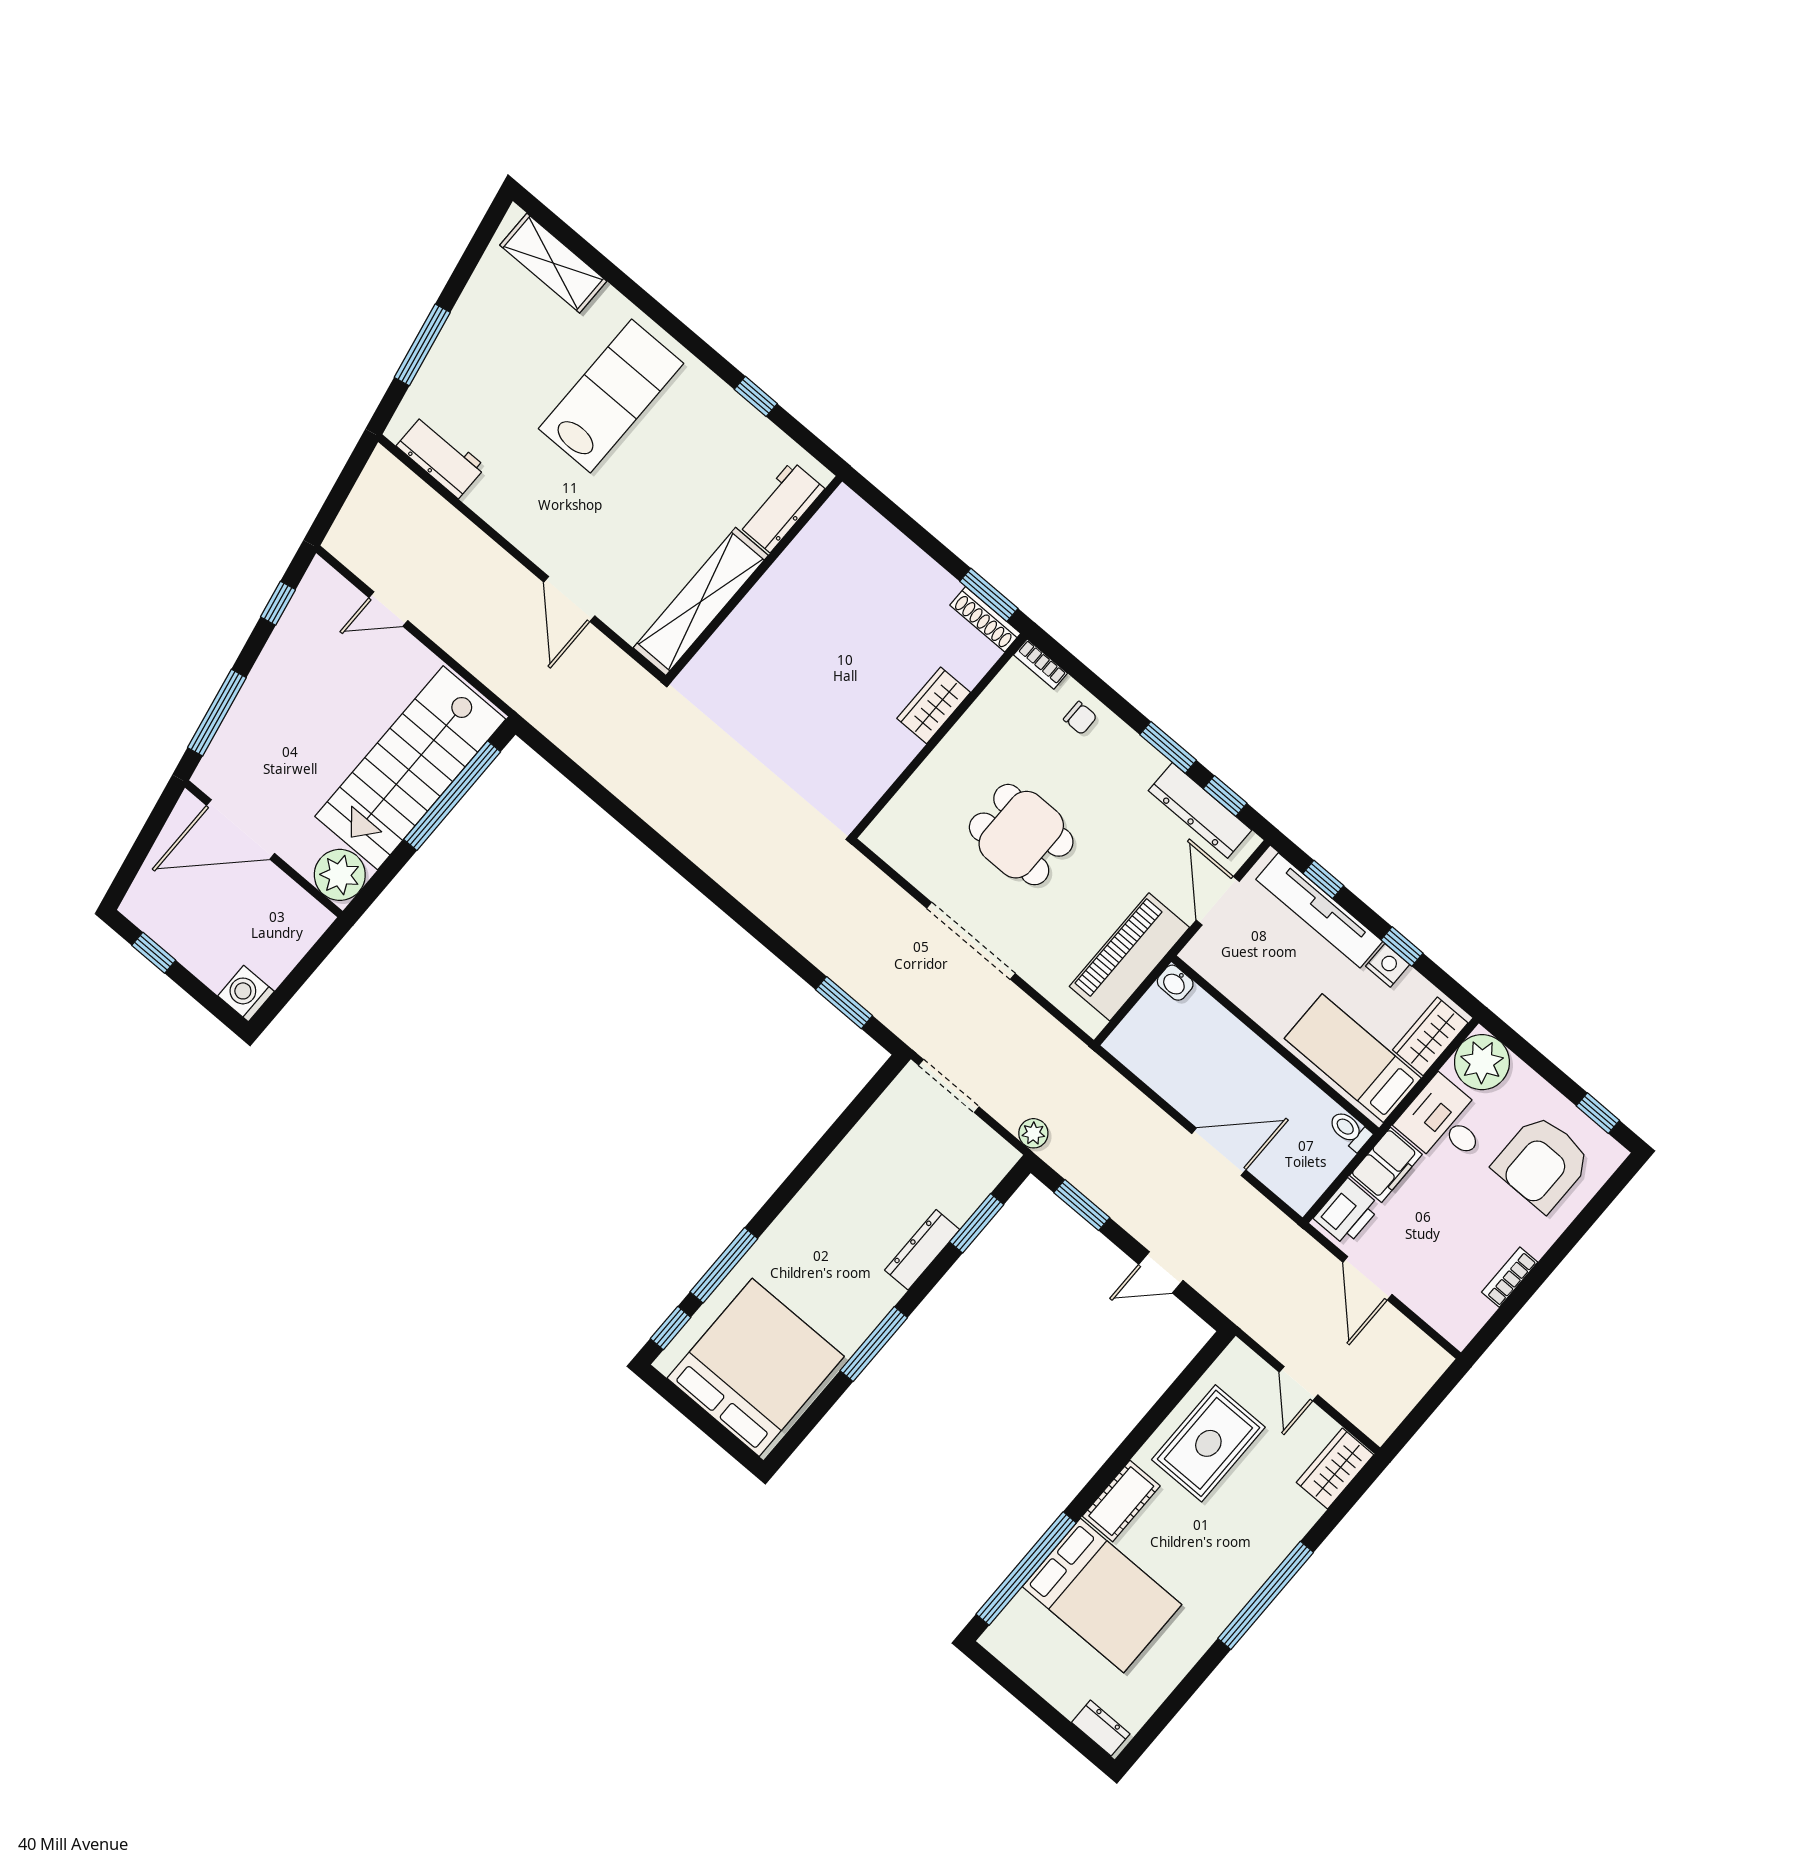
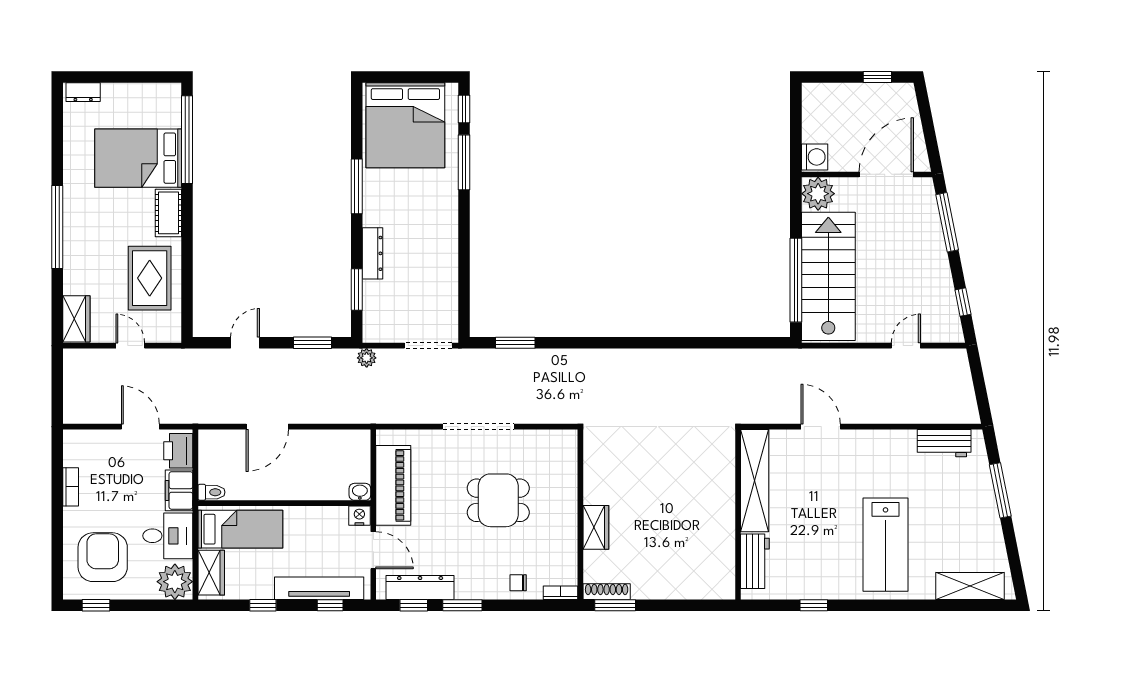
nightstand: (1388, 965) -> (359, 516), moved, turned 180
washing machine: (246, 994) -> (815, 157), moved

